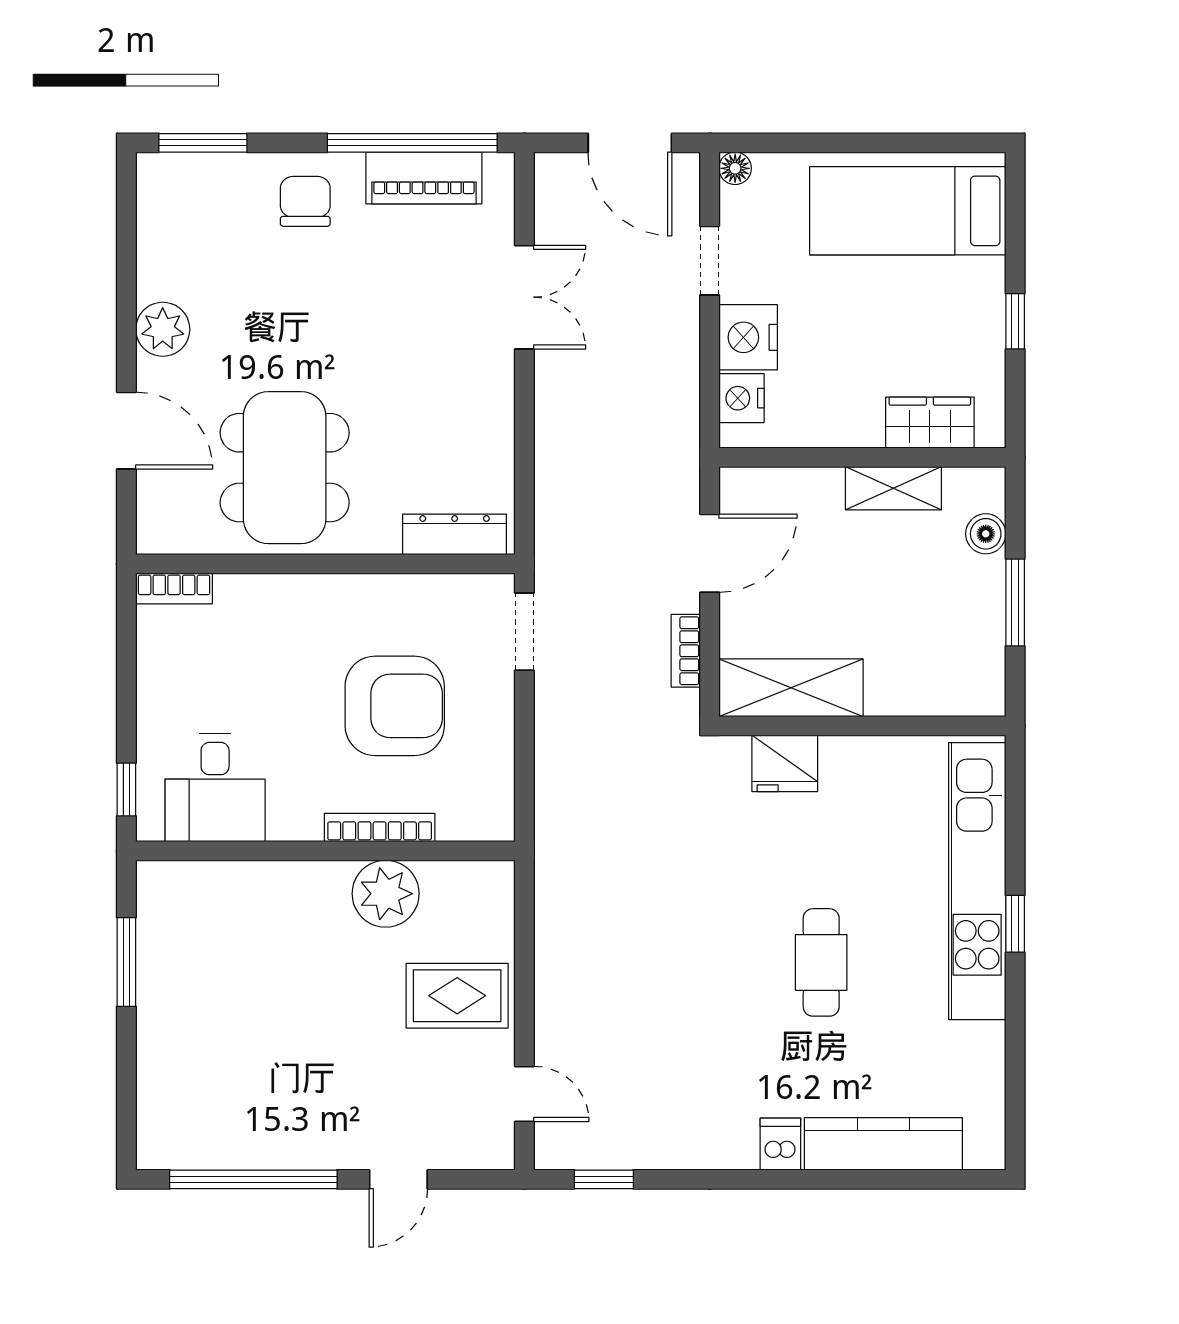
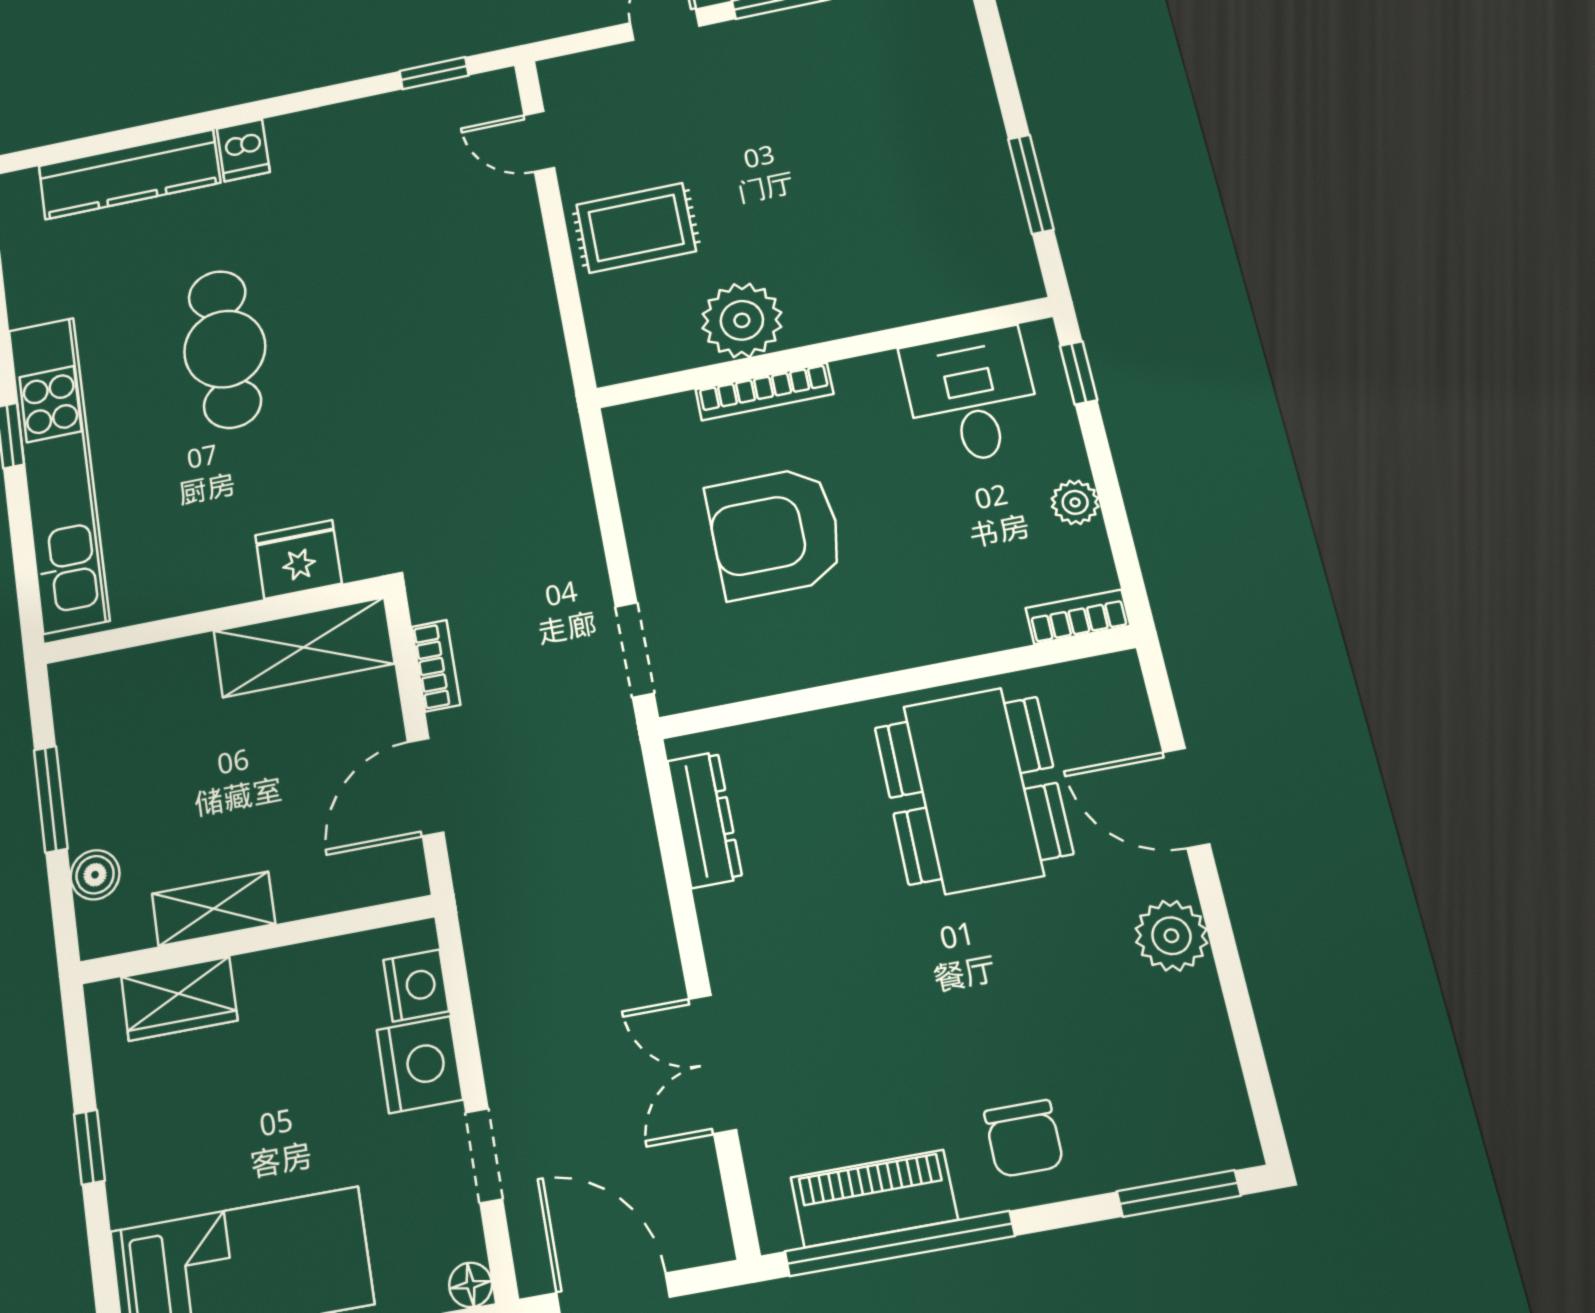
dresser: (455, 534) -> (705, 819), moved, turned -90
plant: (154, 682) -> (1075, 502), added
cafe table: (821, 962) -> (225, 349), width x1.37, depth x1.35

